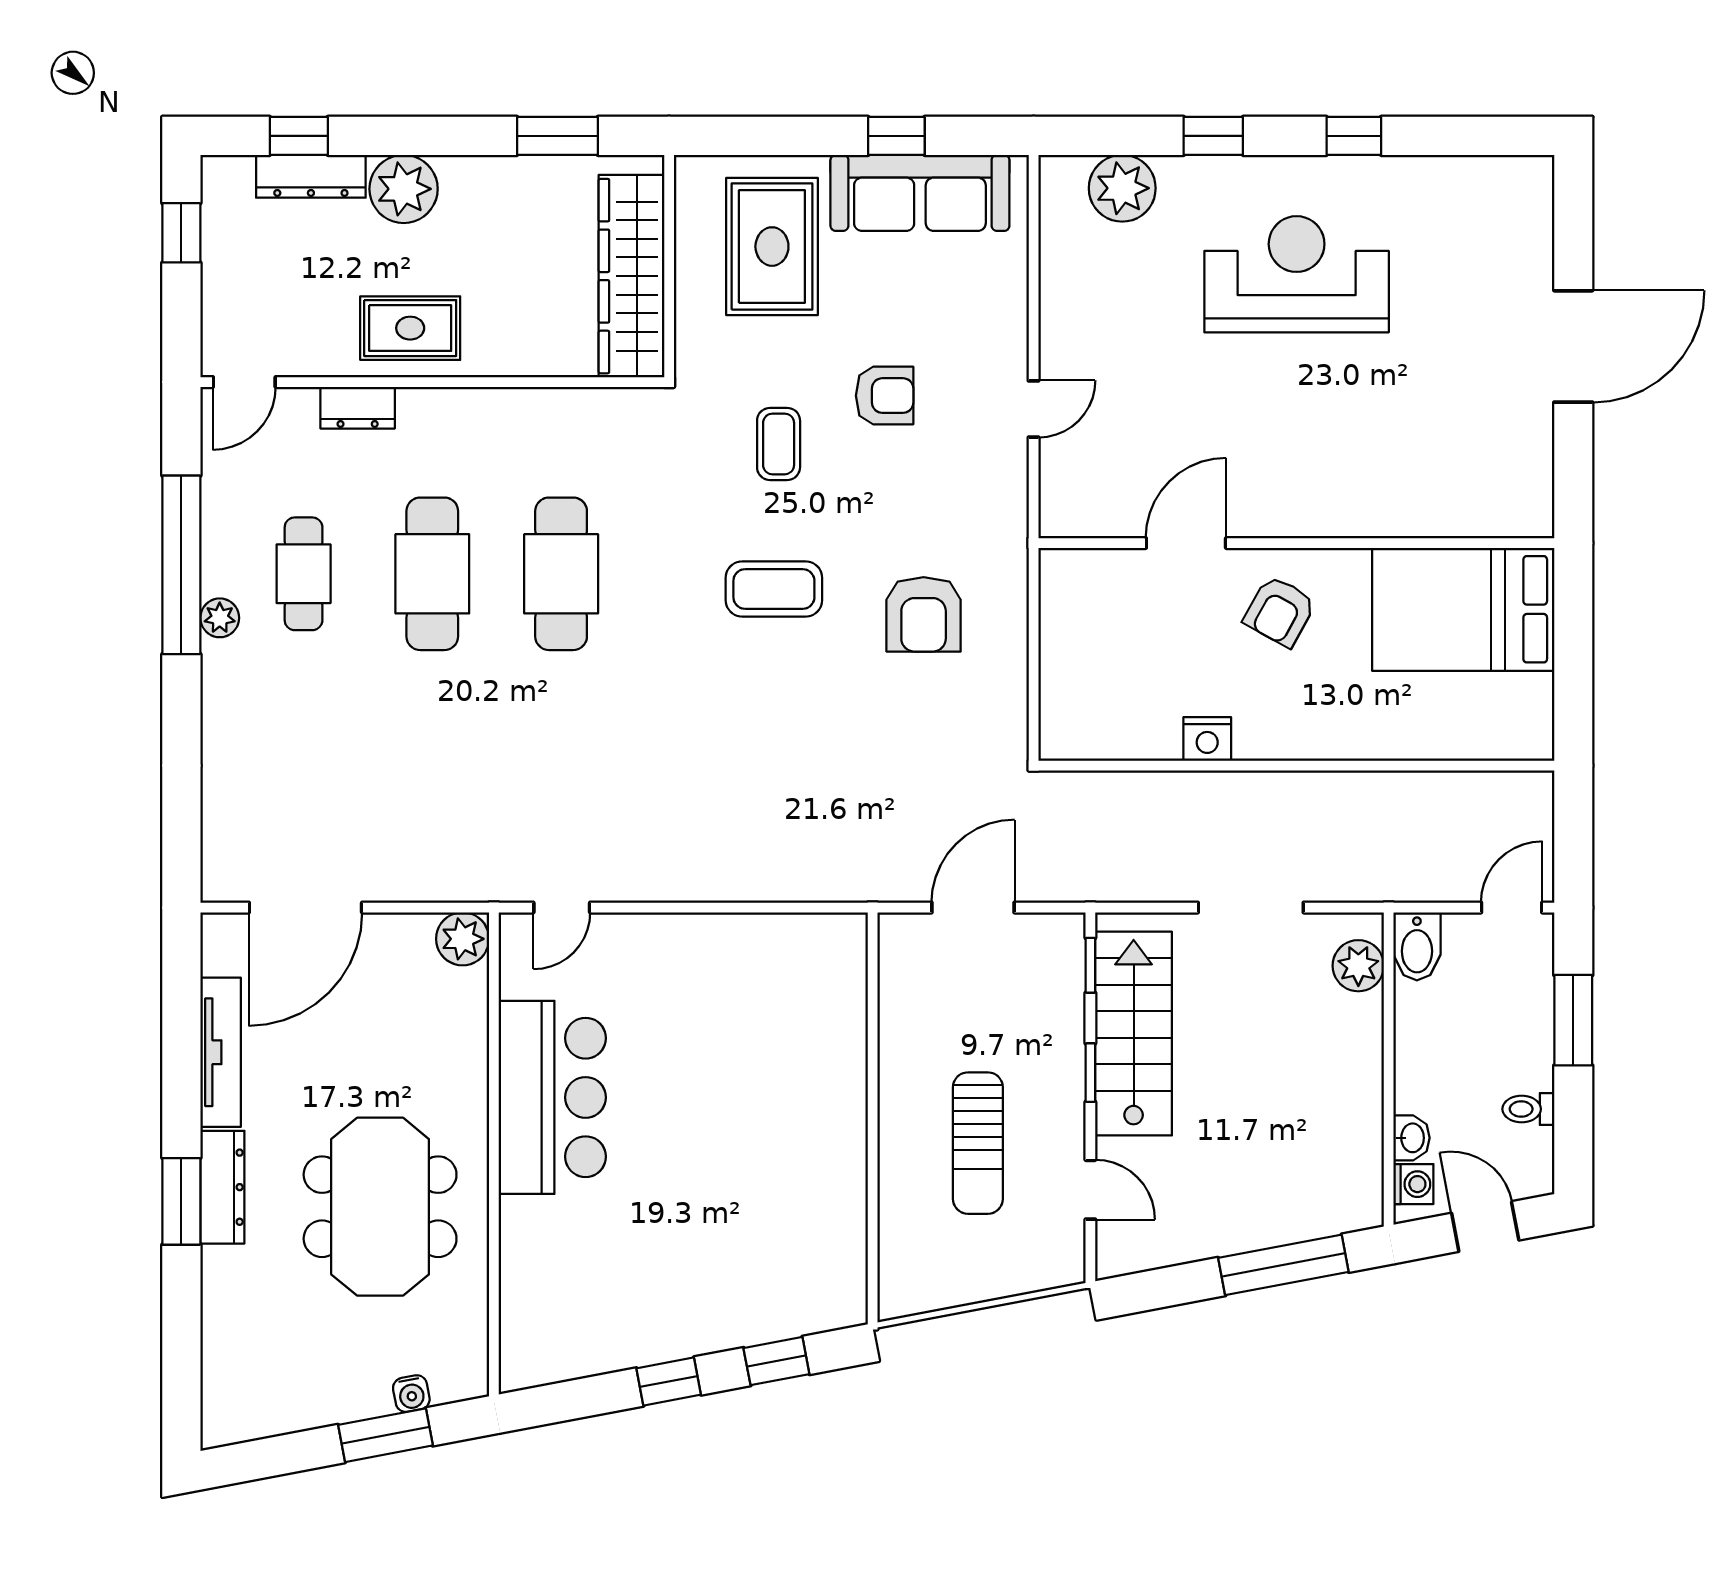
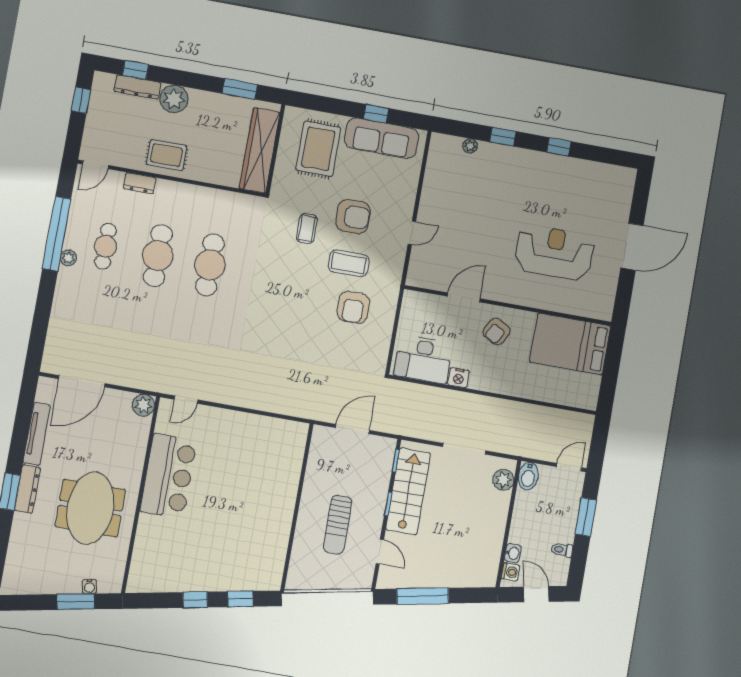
plant: (1122, 188) -> (470, 146), width x0.53, depth x0.53
reception desk: (1297, 274) -> (554, 253), moved
armchair: (885, 396) -> (353, 217), width x1.38, depth x1.38
coffee table: (774, 589) -> (349, 263), moved
desk: (1114, 709) -> (423, 359), added
window: (1283, 1265) -> (423, 596), moved

